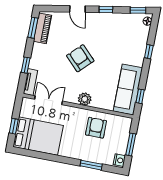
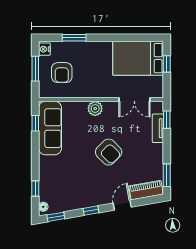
door: (77, 9) -> (122, 205), hinge flipped
piano: (42, 28) -> (146, 190), moved, turned 80
window: (149, 52) -> (35, 189), moved
window: (26, 65) -> (167, 120), moved
tv unit: (30, 82) -> (158, 128), moved
armchair: (96, 128) -> (62, 73), moved

